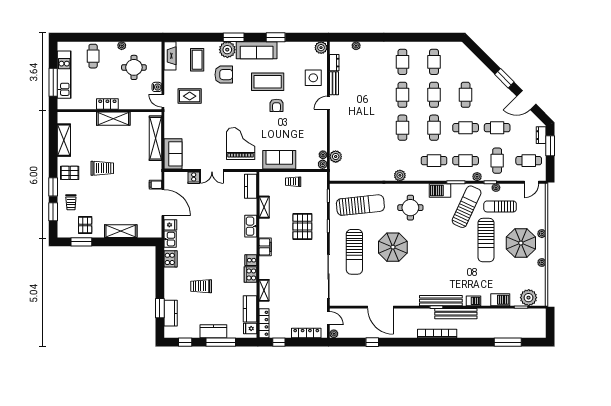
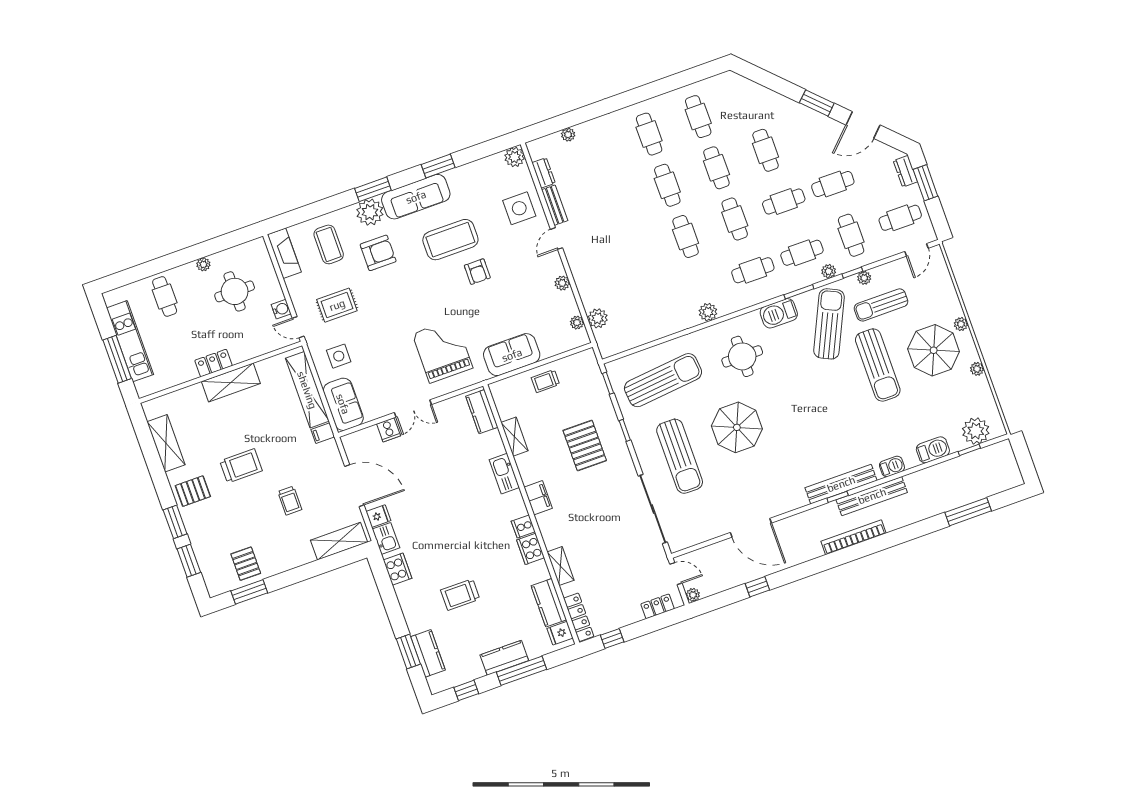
side table: (180, 125) -> (339, 356), added
plant: (323, 164) -> (562, 283), moved
filing cabinet: (156, 185) -> (323, 433), moved
trolley: (71, 202) -> (290, 501), moved
shelving: (121, 231) -> (339, 541), moved
locker: (306, 333) -> (658, 606), width x0.66

